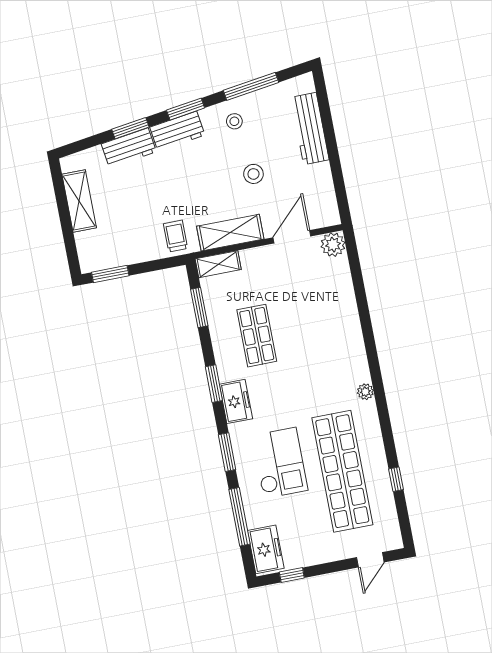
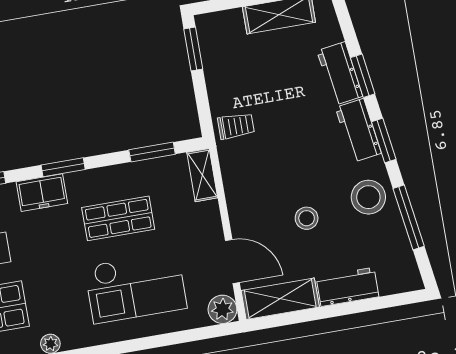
stool: (234, 121) -> (368, 197), width x1.89, depth x1.89
workbench: (310, 129) -> (347, 287), width x0.73
shelving: (230, 233) -> (280, 299), moved, turned 90
checkout: (316, 319) -> (136, 287), added

